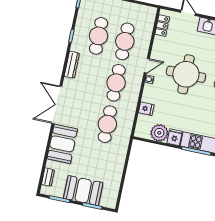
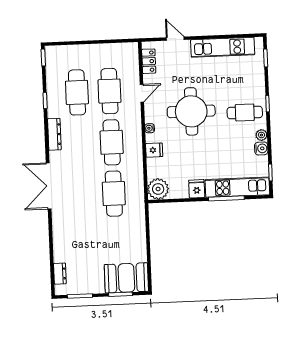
door: (147, 66) -> (142, 93), moved
fridge: (146, 109) -> (154, 150), moved
plant: (159, 133) -> (158, 189), moved
booth: (62, 144) -> (67, 230), removed
booth: (83, 191) -> (126, 278), moved

